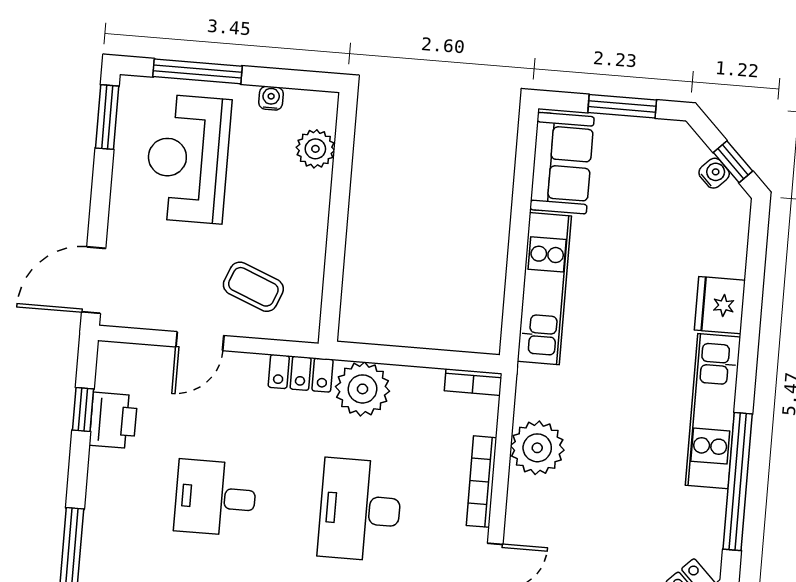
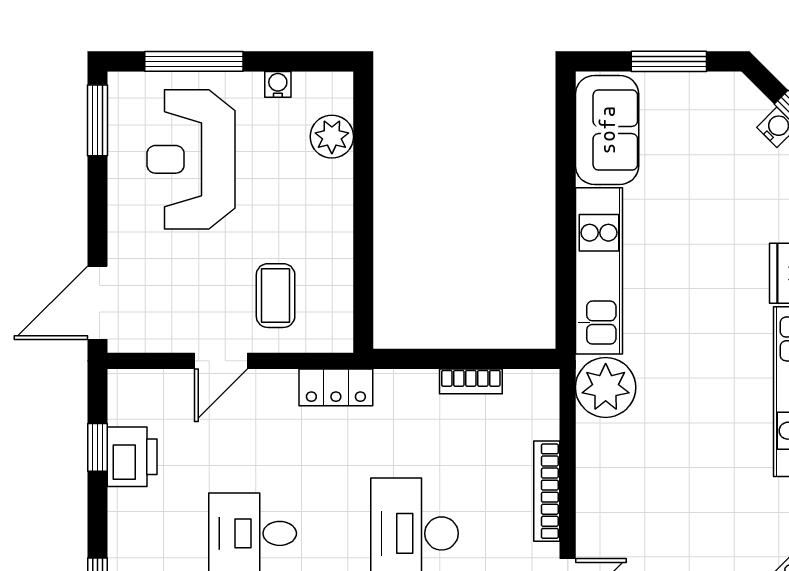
coffee table: (253, 287) -> (276, 296), turned 68
bookcase: (473, 382) -> (471, 381), moved
plant: (362, 389) -> (406, 399), removed
plant: (537, 448) -> (606, 387), moved

